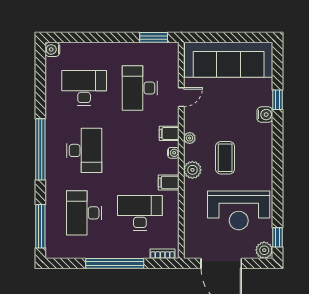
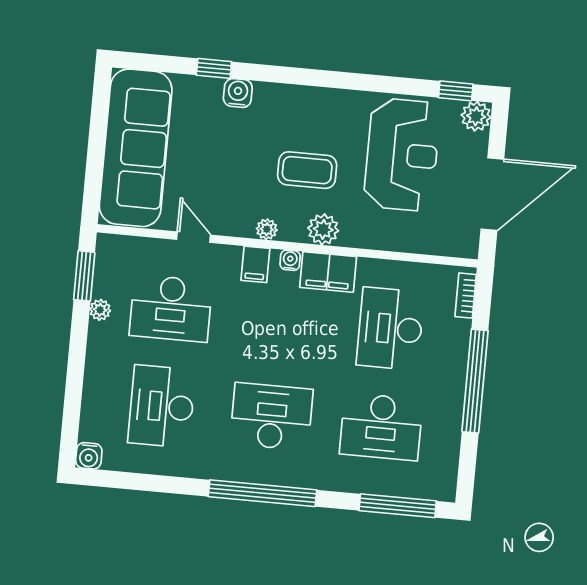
plant: (135, 48) -> (100, 310), added
filing cabinet: (169, 183) -> (328, 272), width x2.00

